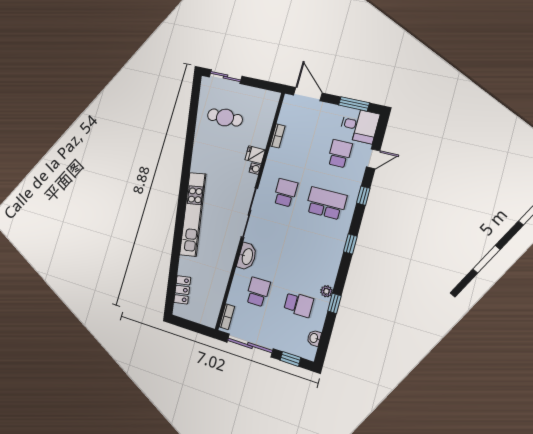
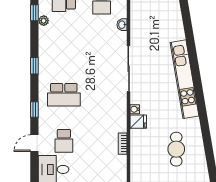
cafe table: (225, 117) -> (176, 149), turned 90
school desk: (285, 193) -> (102, 95), removed
kitchen unit: (193, 214) -> (185, 79), moved
washbasin: (247, 256) -> (122, 25), width x0.52, depth x0.69

